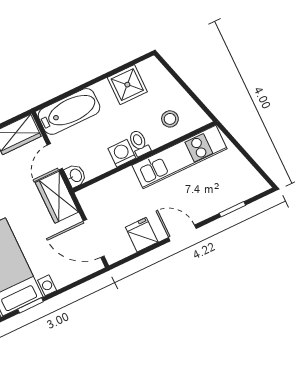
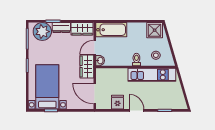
shower: (127, 85) -> (155, 30), moved
washing machine: (122, 153) -> (126, 60), removed

